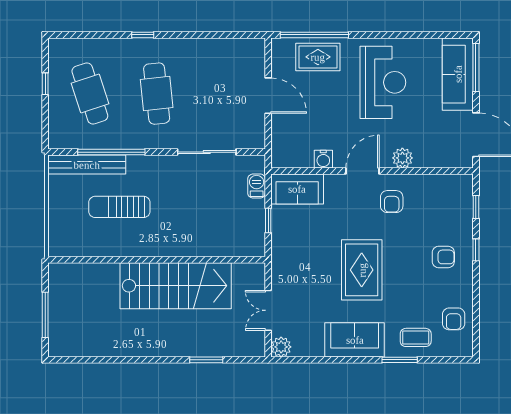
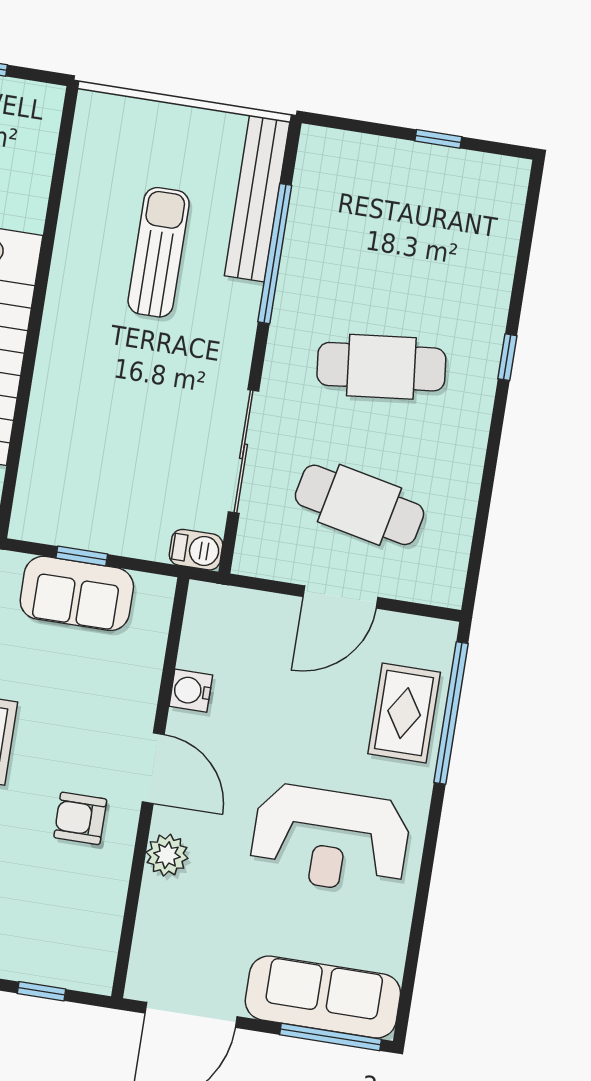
cafe table: (90, 94) -> (359, 505), moved, turned 30
barbecue: (257, 186) -> (196, 550), moved
sofa: (297, 189) -> (77, 593), moved, turned -90

